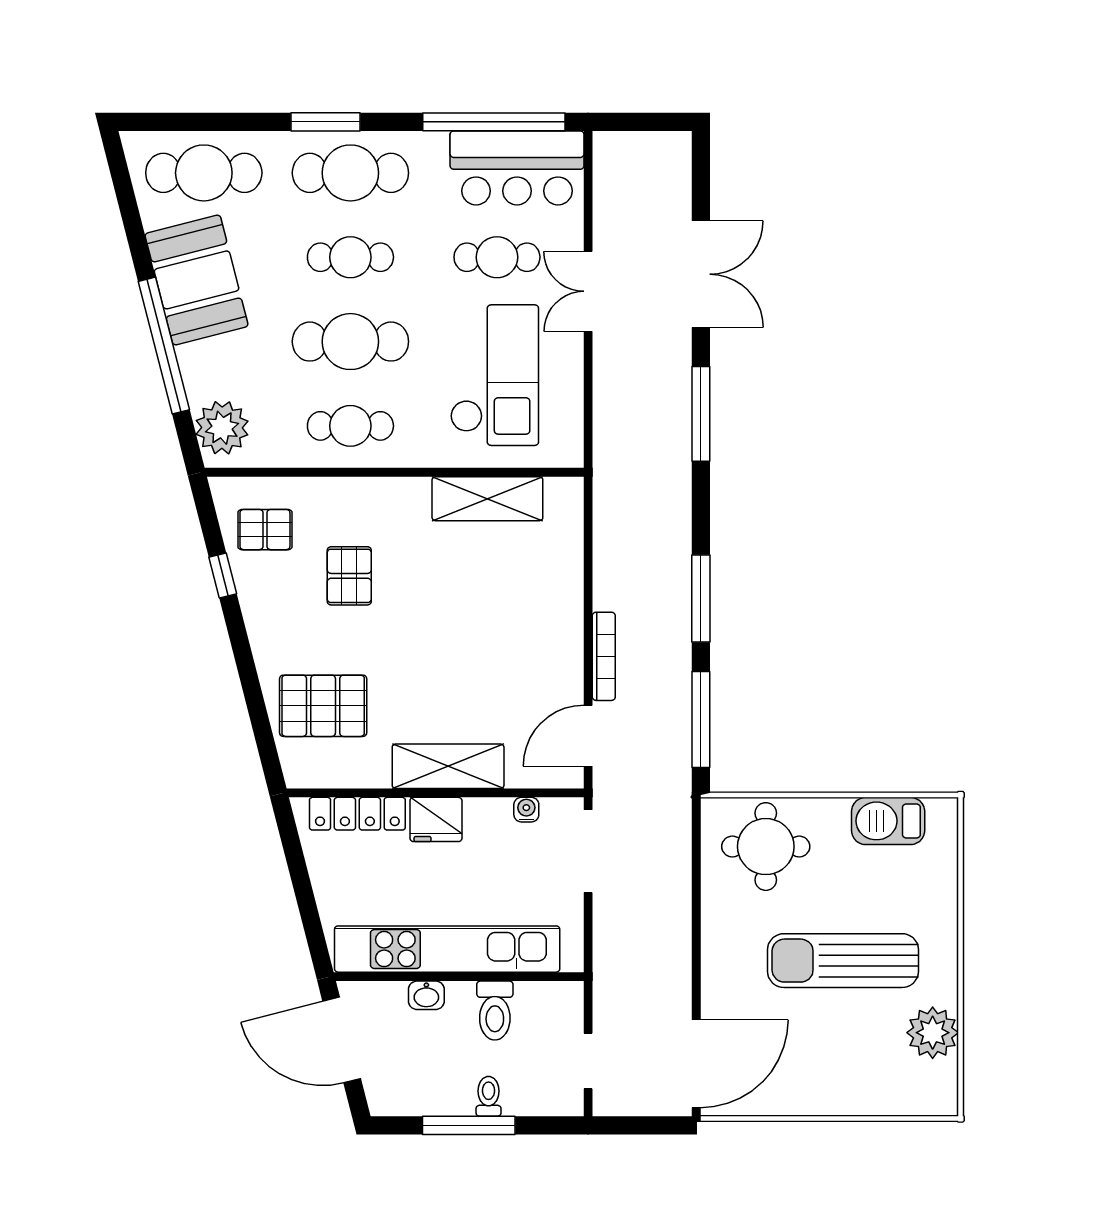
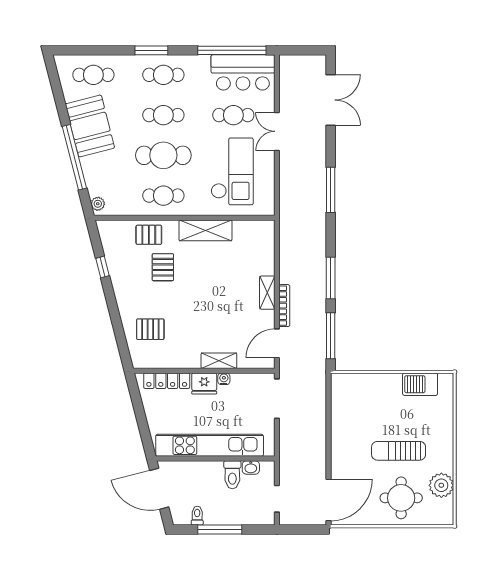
cafe table: (204, 173) -> (93, 75), width x0.73, depth x0.74
cafe table: (350, 173) -> (163, 75), width x0.73, depth x0.74
double door: (701, 274) -> (331, 100), moved
plant: (222, 428) -> (98, 204), width x0.53, depth x0.53
shelving: (487, 499) -> (205, 230), moved
pallet: (265, 530) -> (149, 235), moved
shelving: (568, 629) -> (267, 293), added
pallet: (323, 706) -> (150, 329), width x0.67, depth x0.71
shelving: (448, 766) -> (219, 361), width x0.67, depth x0.75
water cooler: (526, 810) -> (224, 379), moved
round table: (766, 847) -> (401, 498), moved
sun lounger: (843, 961) -> (399, 451), width x0.73, depth x0.75
washbasin: (426, 995) -> (251, 467), moved
toilet: (489, 1096) -> (197, 516), moved

